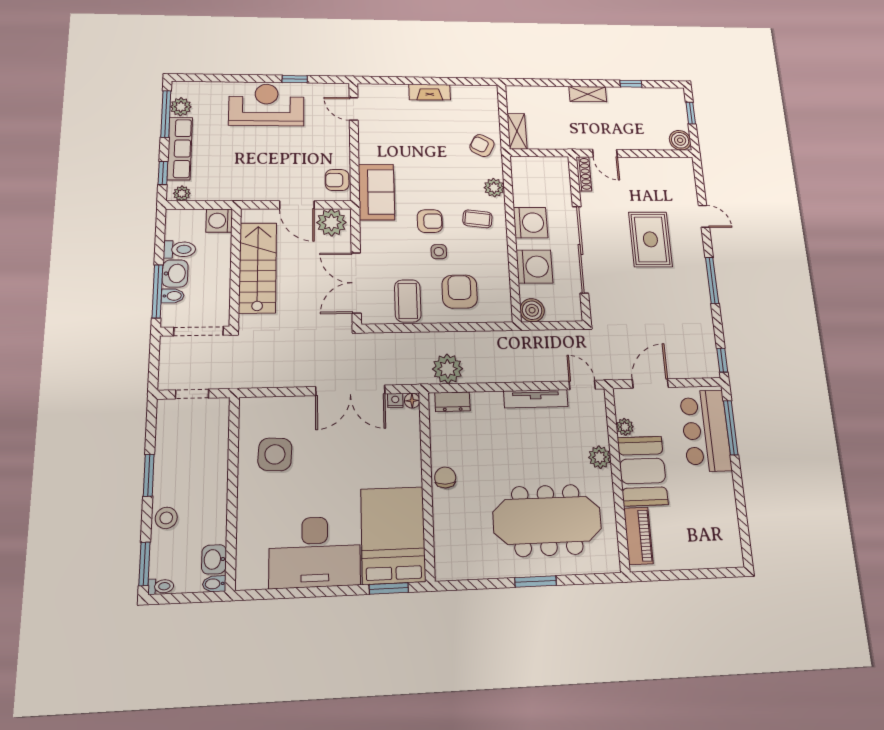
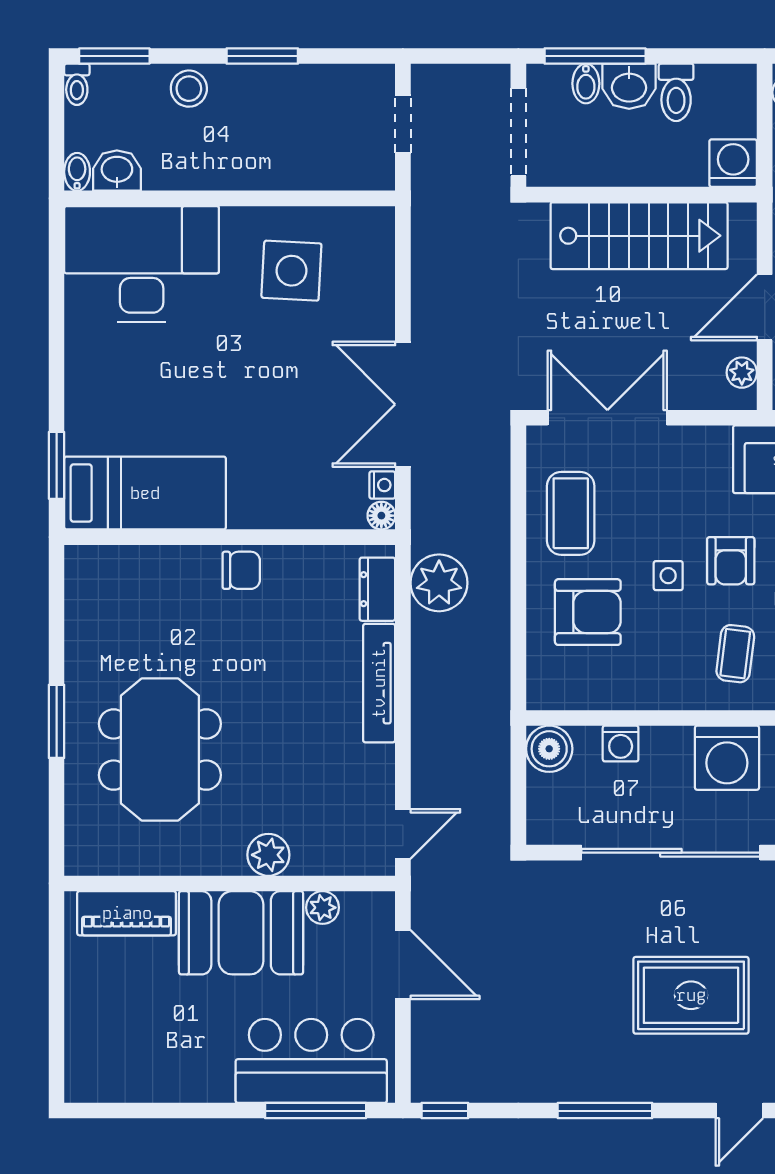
plant: (331, 222) -> (742, 373), width x0.53, depth x0.53
washing machine: (534, 267) -> (621, 744), width x0.53, depth x0.53
coffee table: (408, 301) -> (571, 513), turned 90
tv unit: (536, 399) -> (379, 683), moved
meeting table: (547, 520) -> (160, 750), width x0.73
bed: (393, 535) -> (145, 493), width x0.67
desk: (315, 552) -> (142, 264), moved, turned 90

